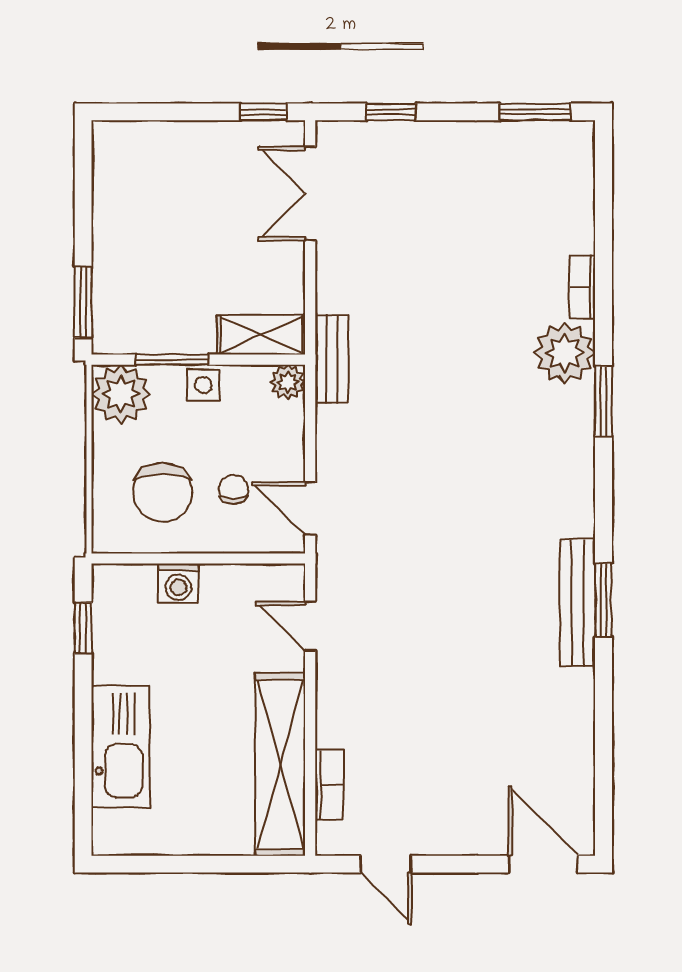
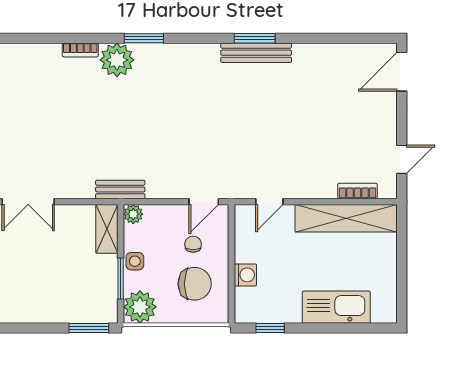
chair: (234, 489) -> (193, 244), turned 90

